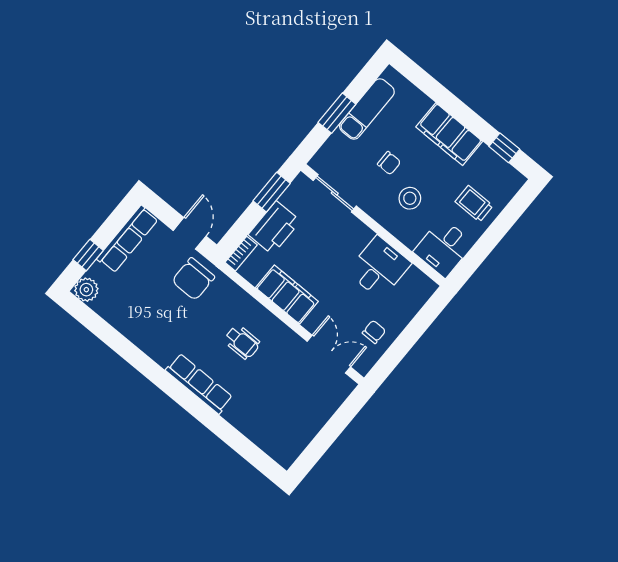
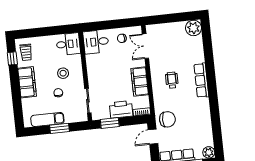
trolley: (474, 204) -> (26, 52), moved
desk: (379, 268) -> (96, 42), moved
plant: (285, 448) -> (194, 28), added

